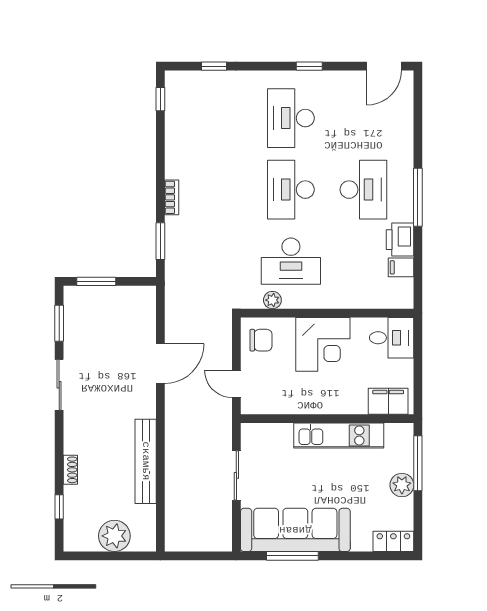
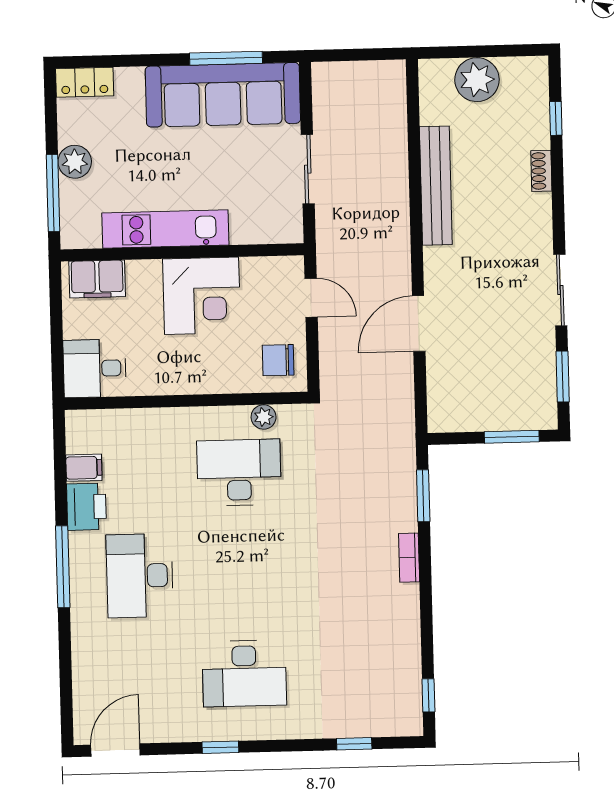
desk: (291, 118) -> (244, 673), turned 90
desk: (291, 190) -> (242, 573), removed
corner desk: (323, 344) -> (202, 296), moved, turned 180

